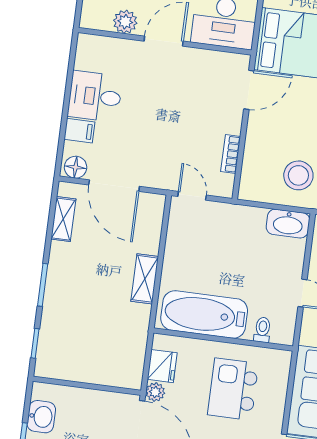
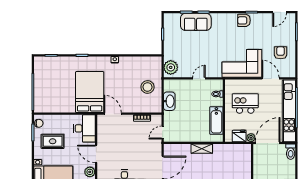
washbasin: (288, 224) -> (169, 101), moved
bathtub: (204, 314) -> (216, 121), width x0.73, depth x0.73
kitchen island: (233, 389) -> (245, 104), turned 180

